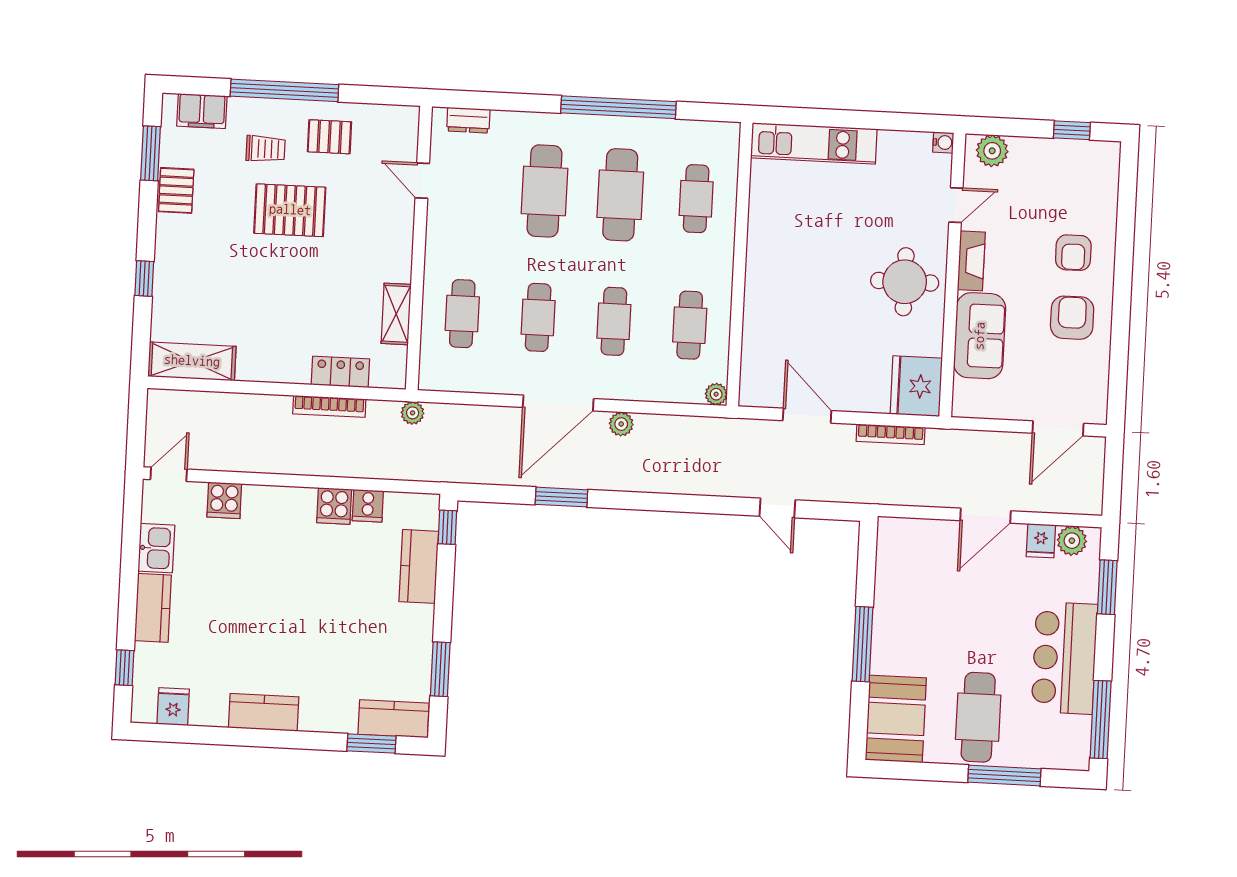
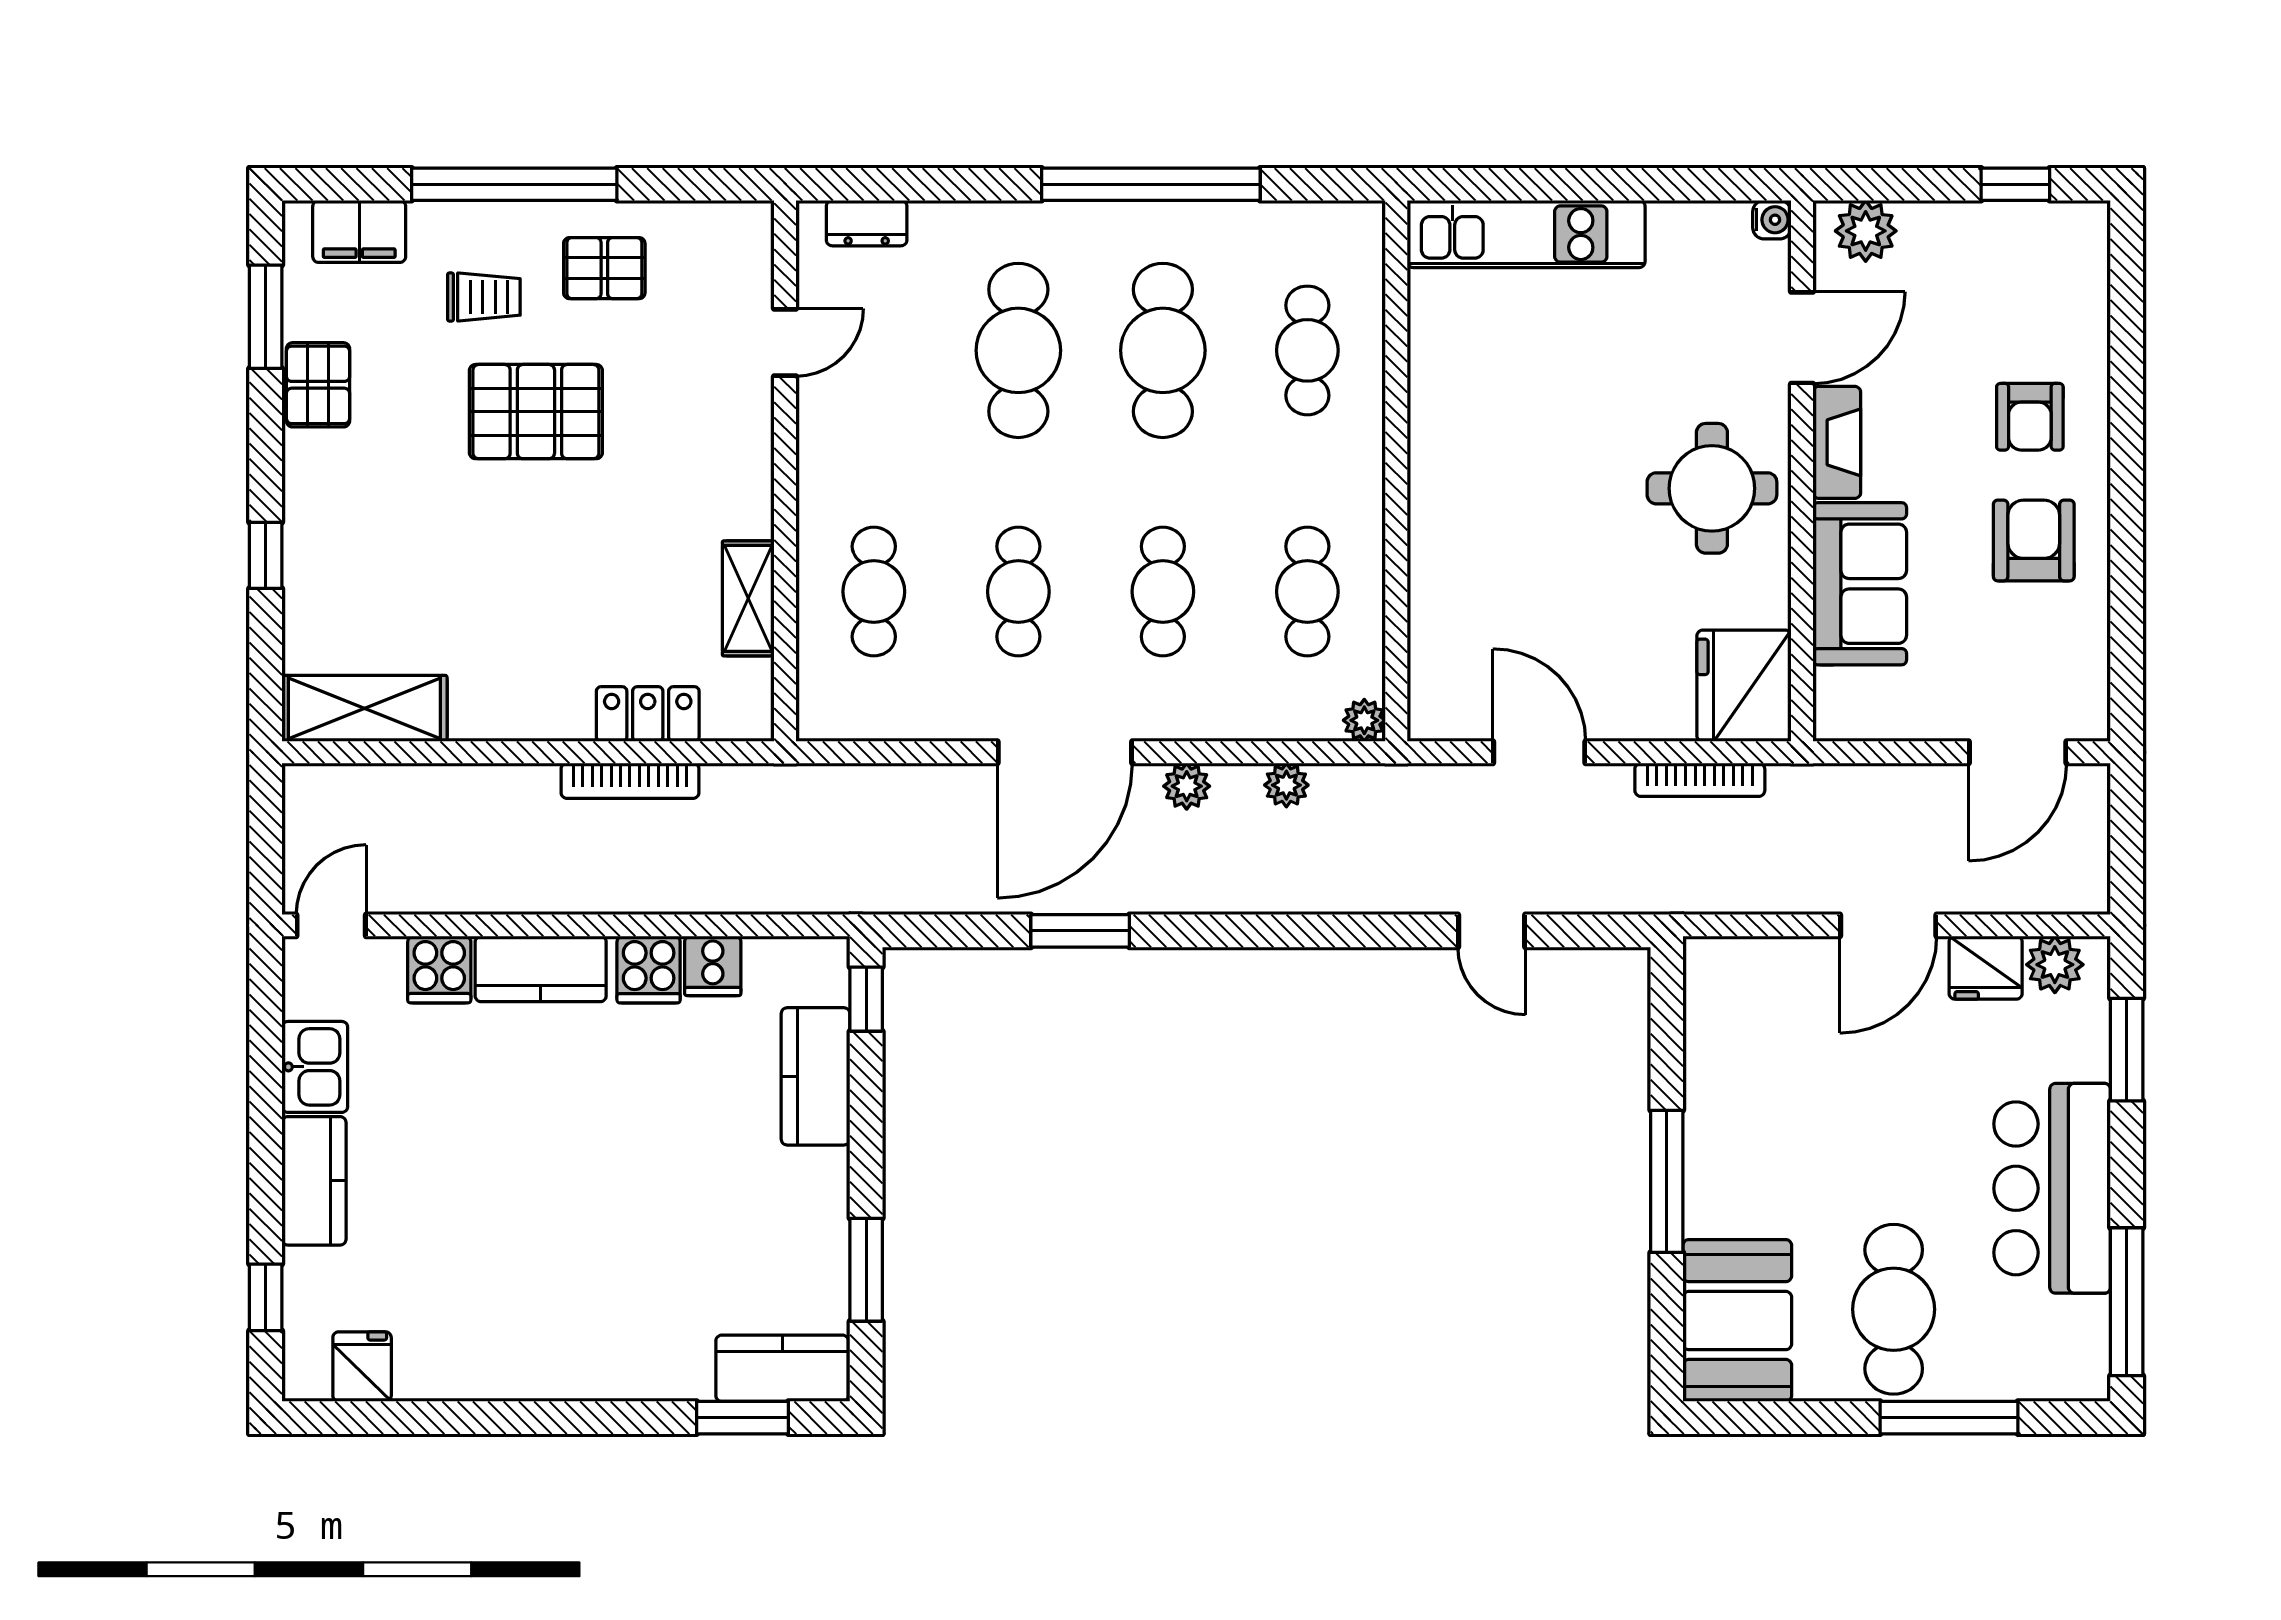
door: (422, 181) -> (785, 342), swing flipped
door: (956, 205) -> (1802, 338), width x1.38
plant: (413, 413) -> (1286, 785), moved
fridge: (1041, 541) -> (1986, 968), width x1.38
kitchen counter: (264, 712) -> (541, 969), moved, turned 180

